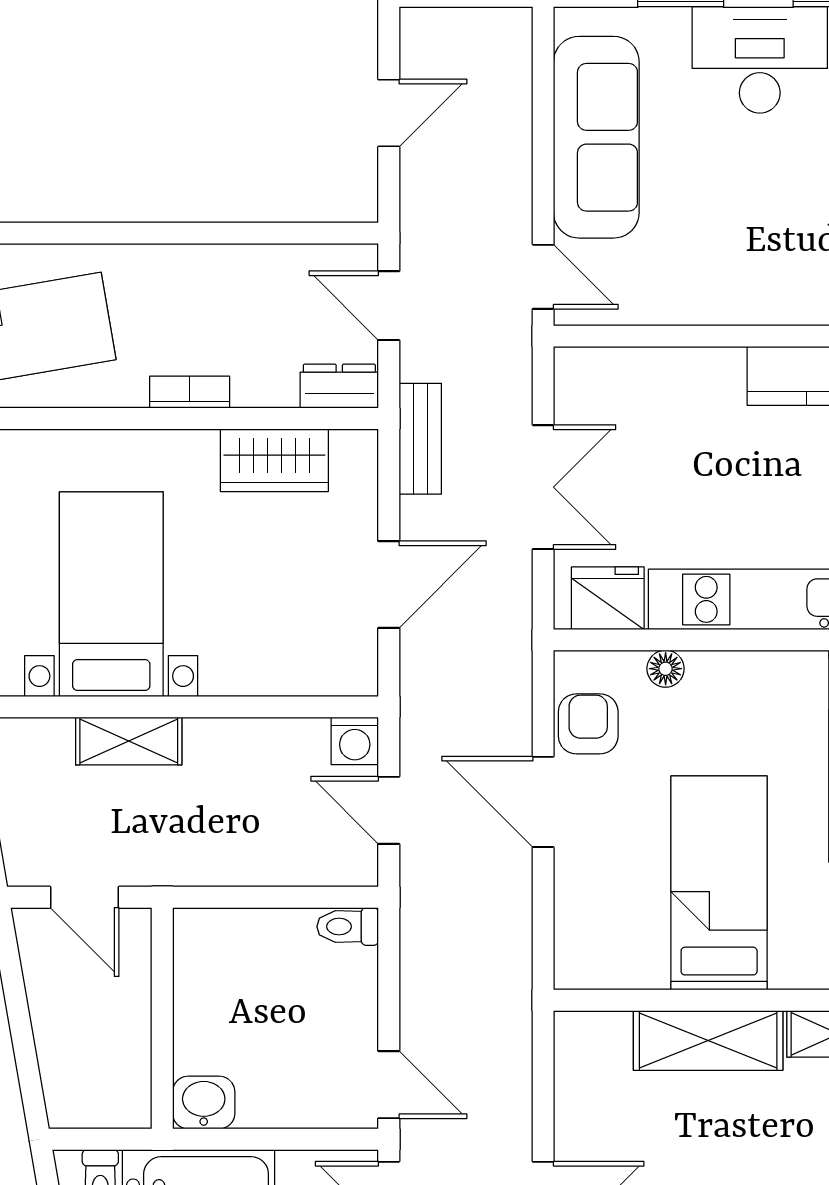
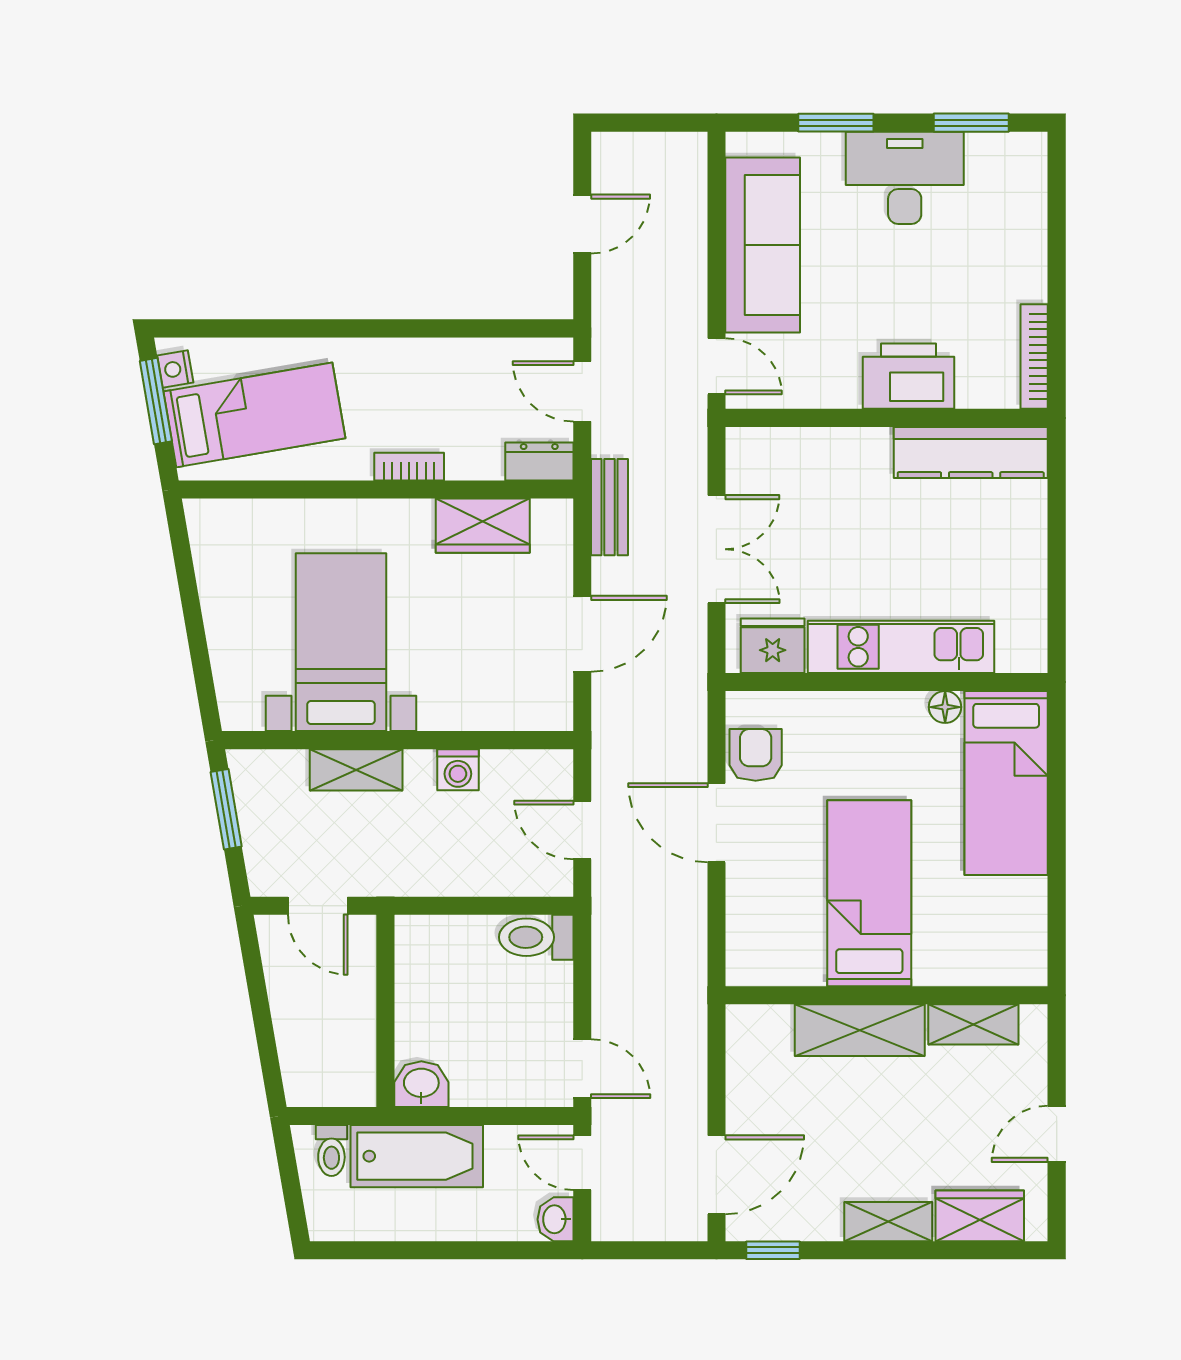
printer: (764, 288) -> (908, 376), added
floor lamp: (666, 669) -> (945, 707), moved
washing machine: (355, 741) -> (458, 770), moved
toilet: (348, 927) -> (536, 937), width x1.37, depth x1.39

